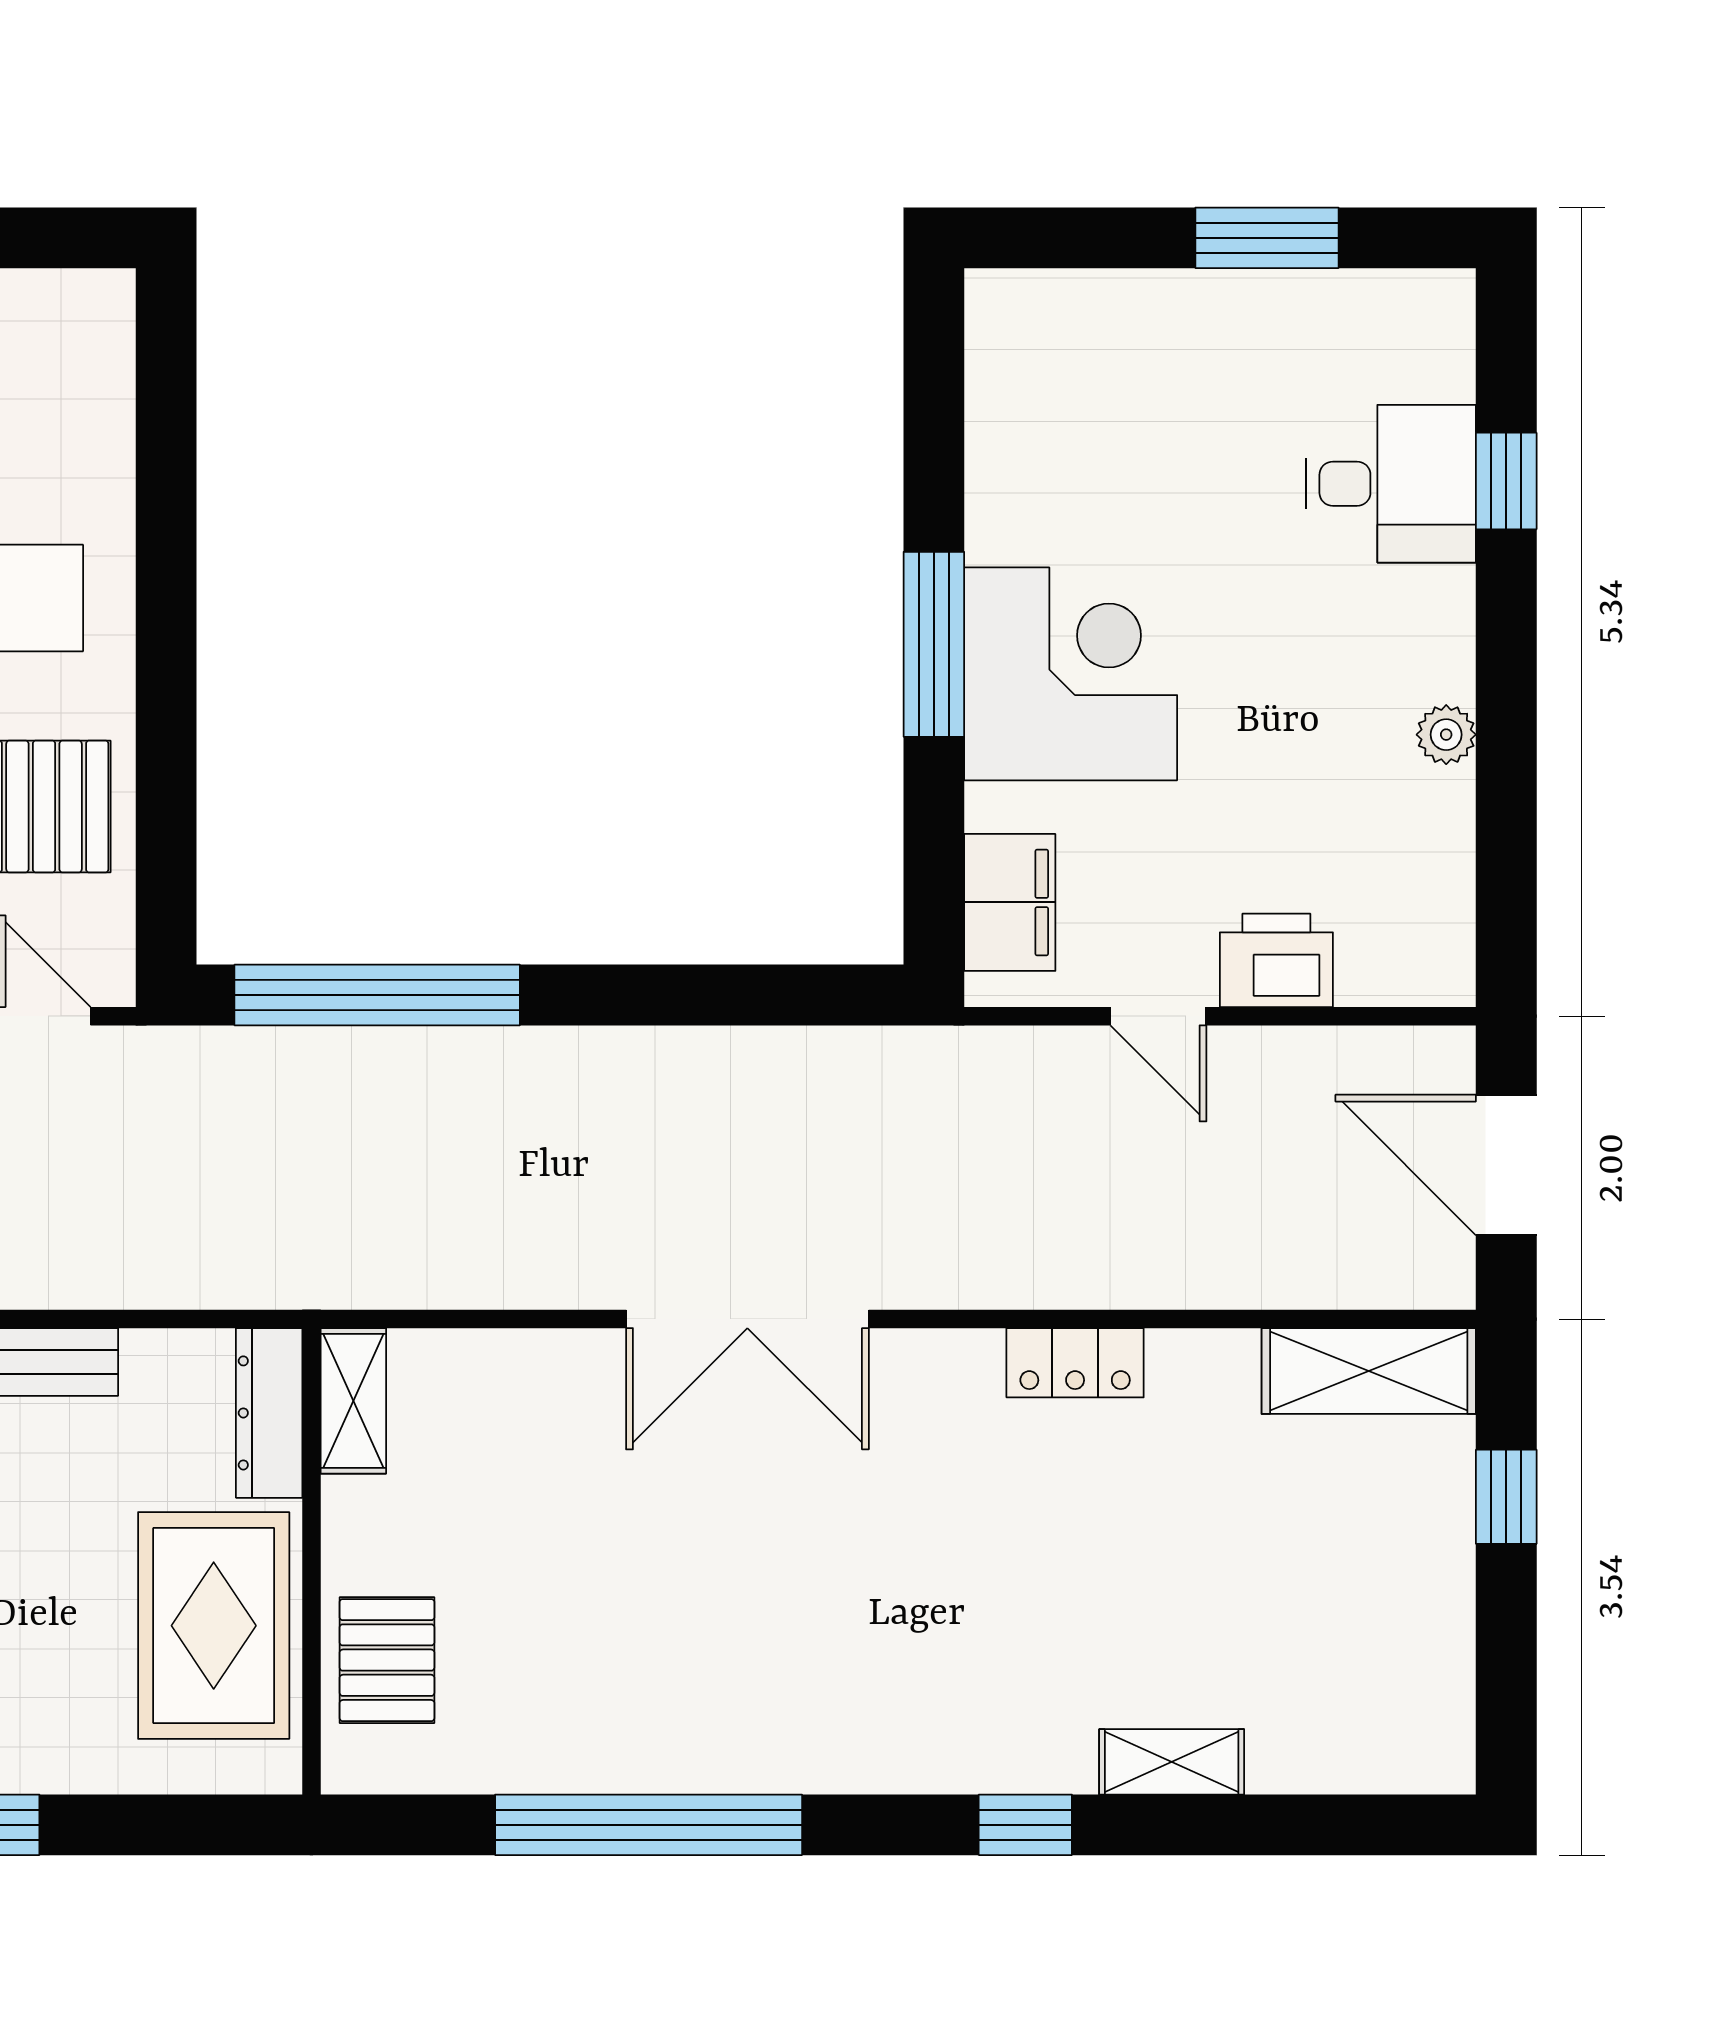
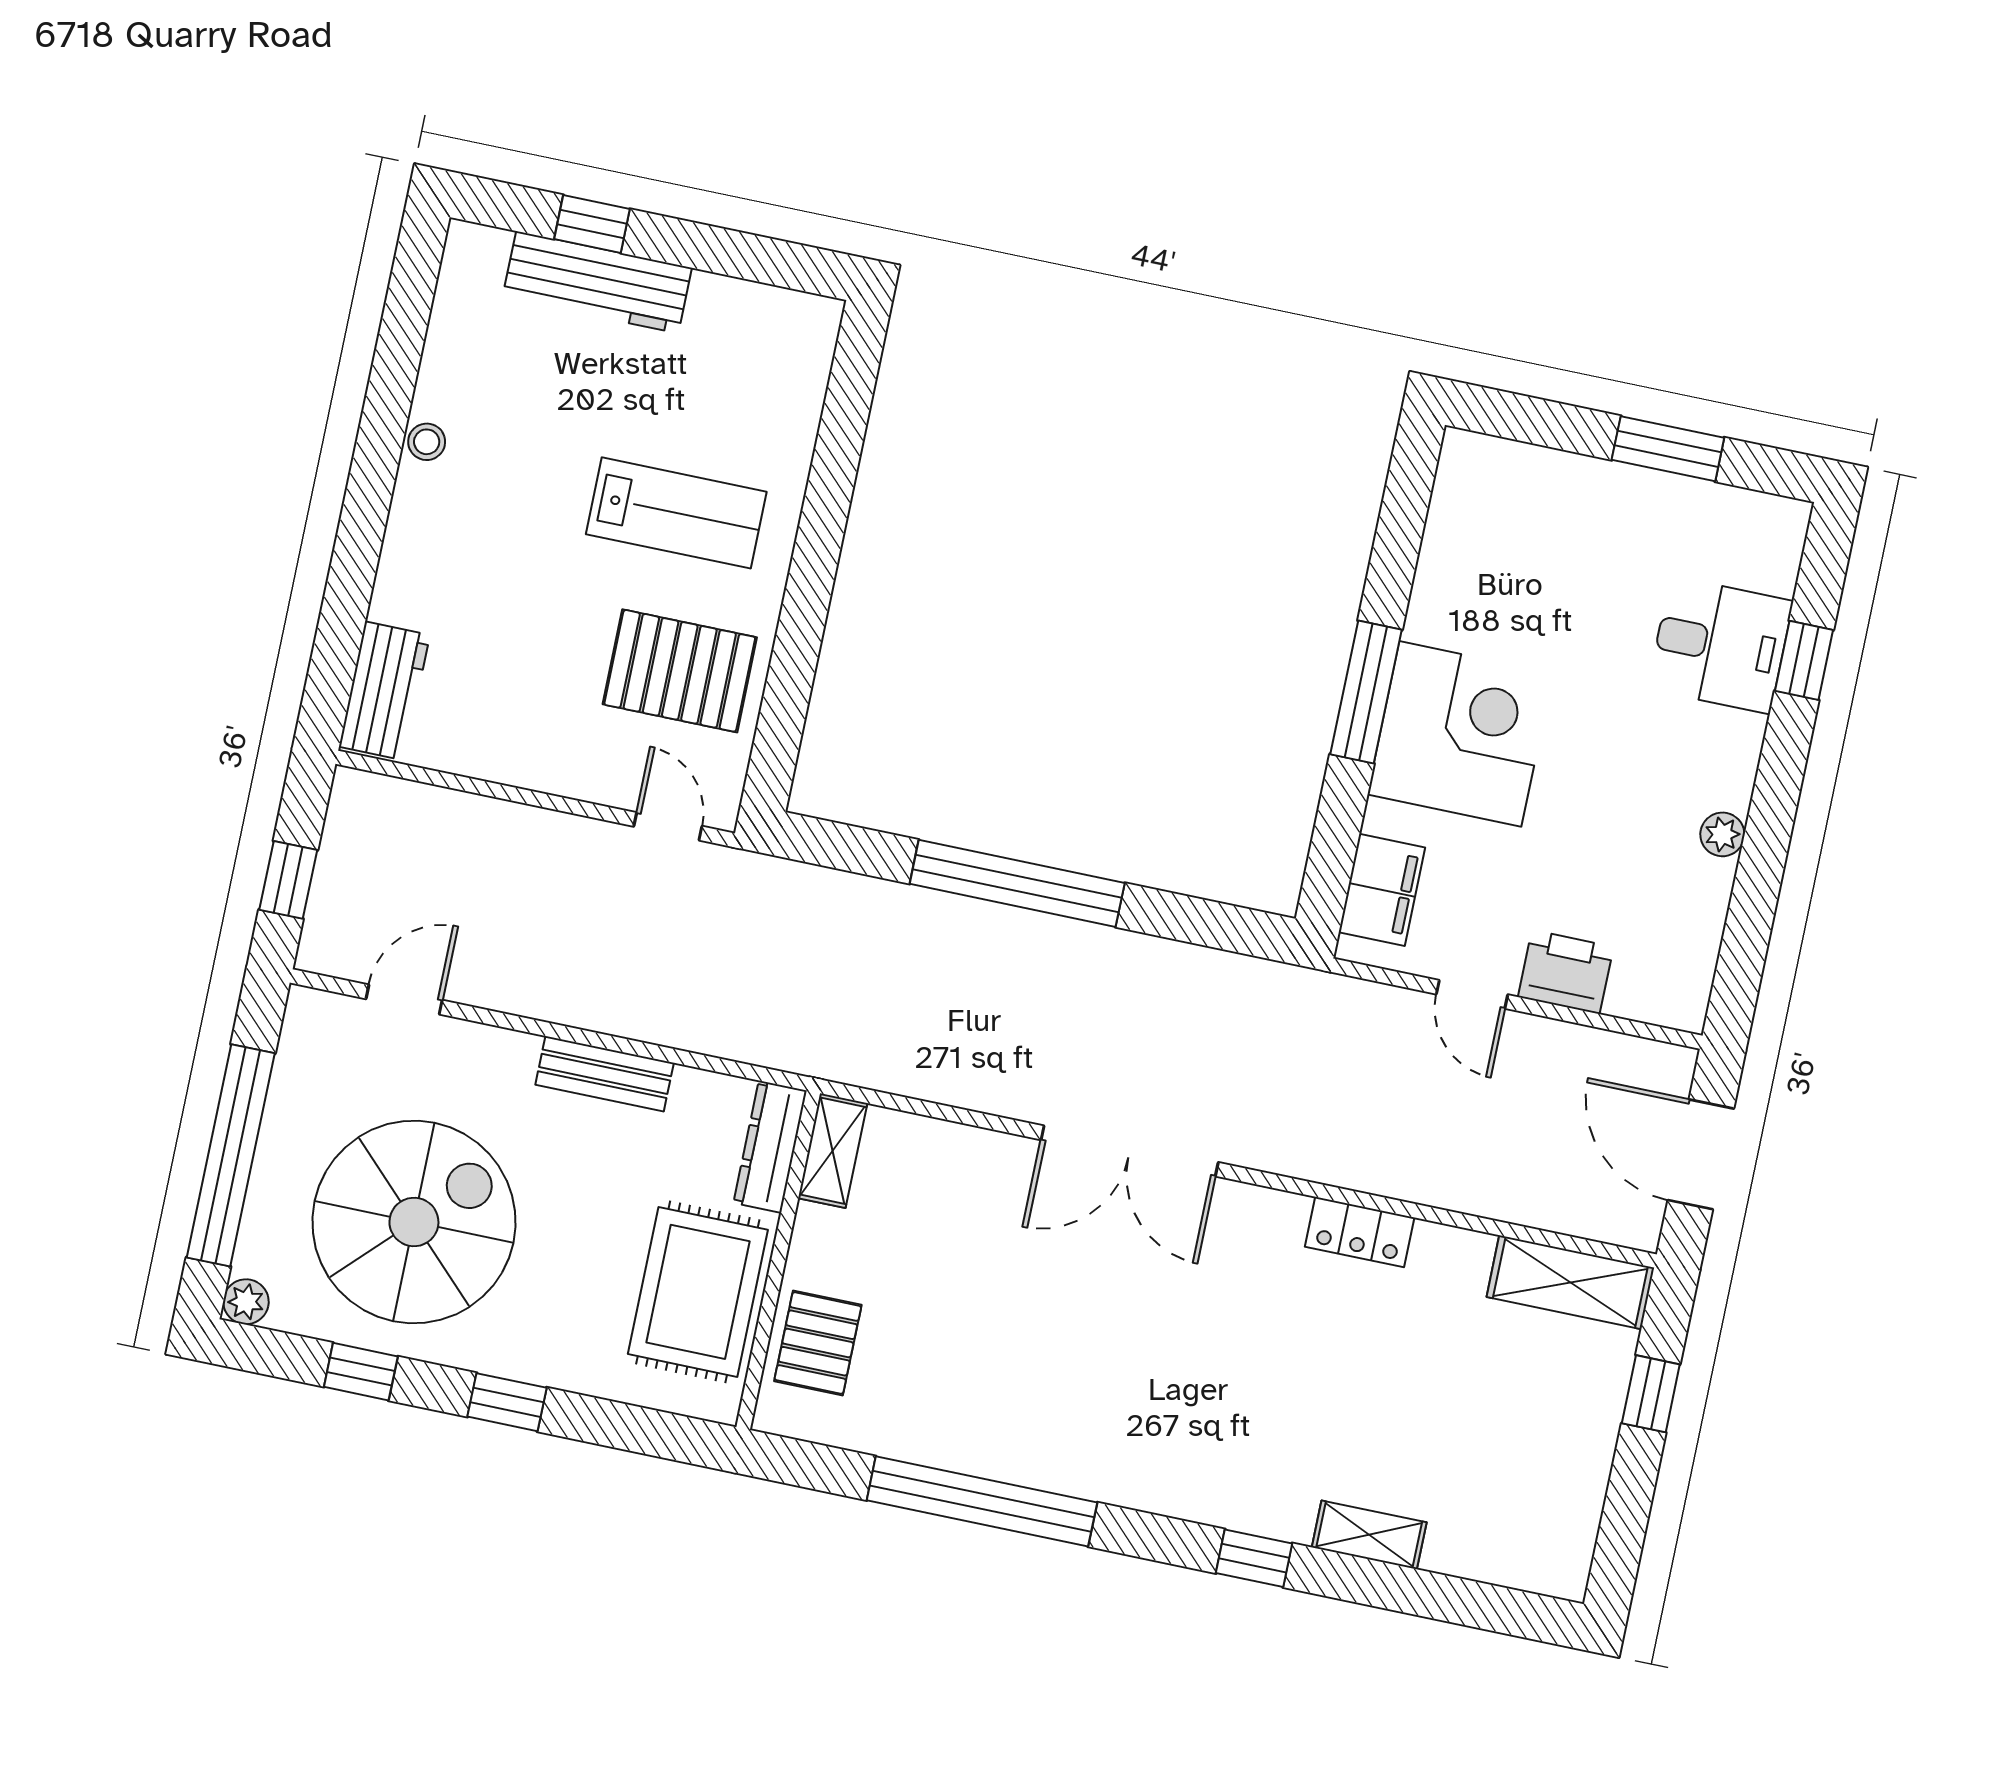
window: (377, 995) -> (1017, 883), moved

